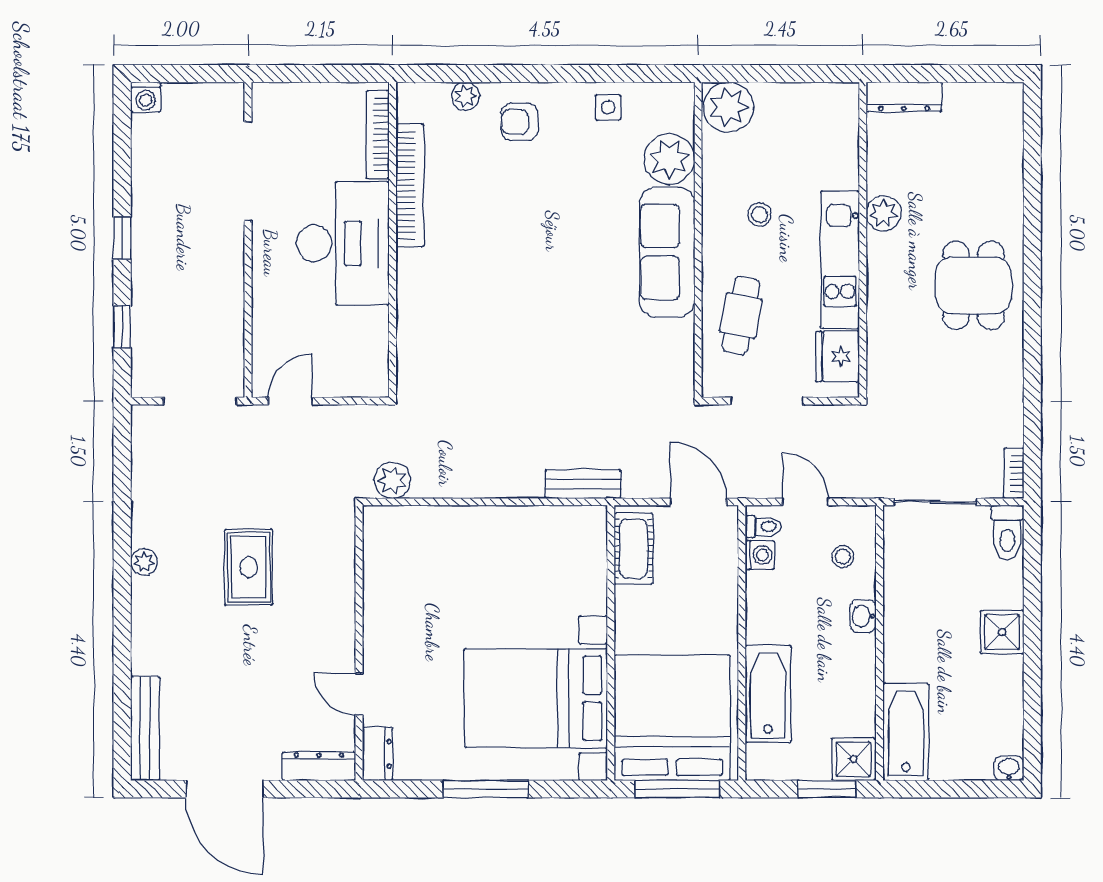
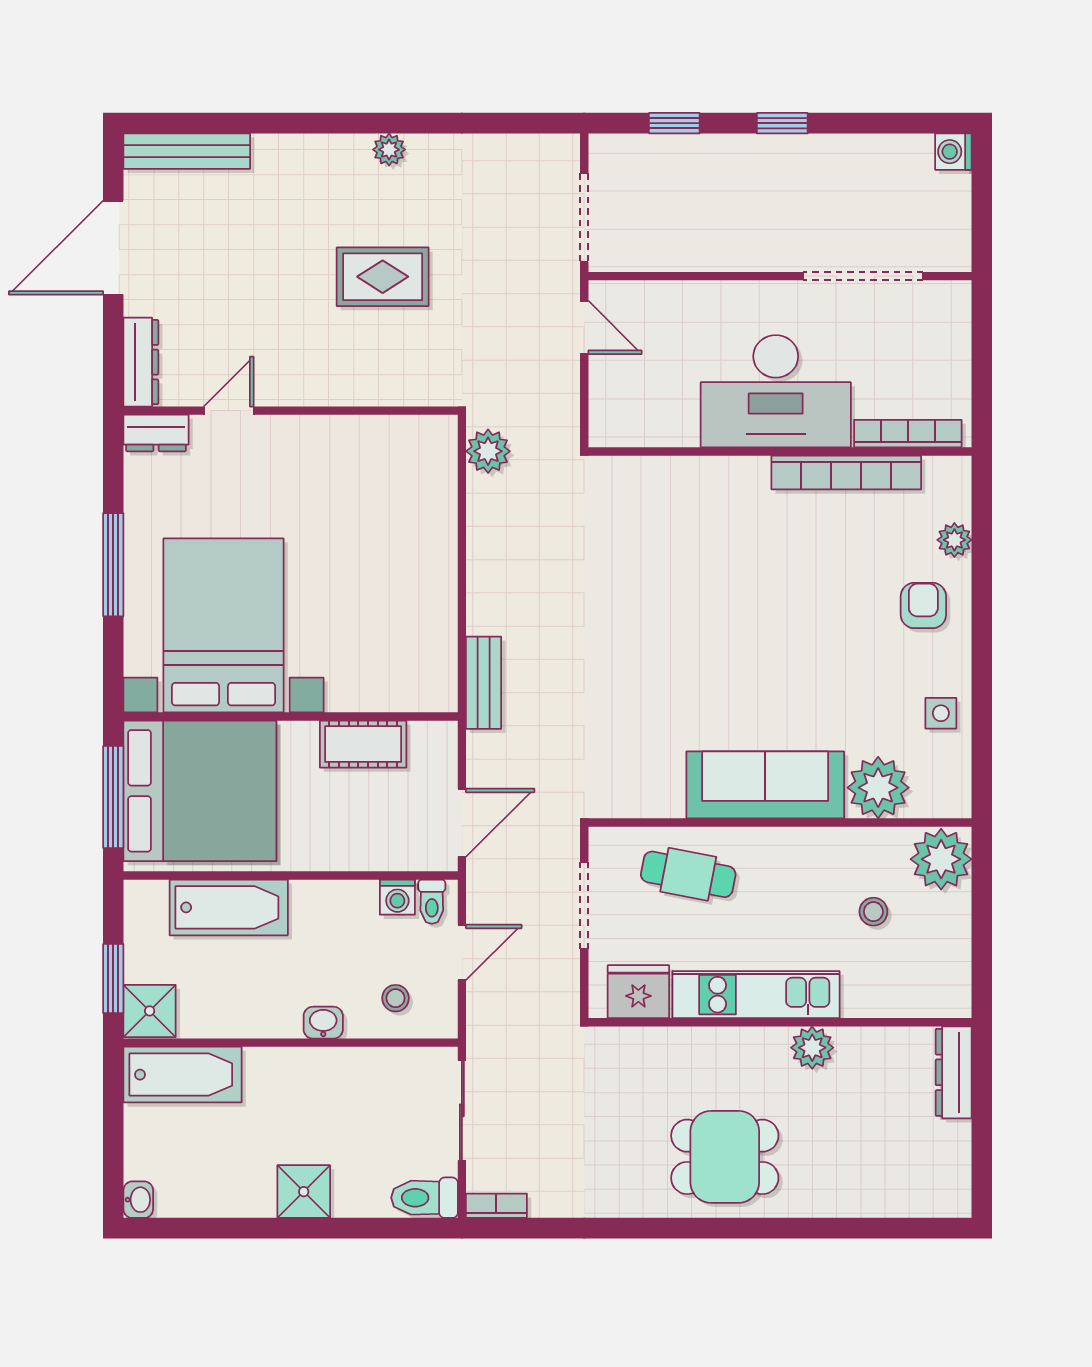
stool: (760, 214) -> (873, 912), moved
cot: (634, 549) -> (363, 744), moved

